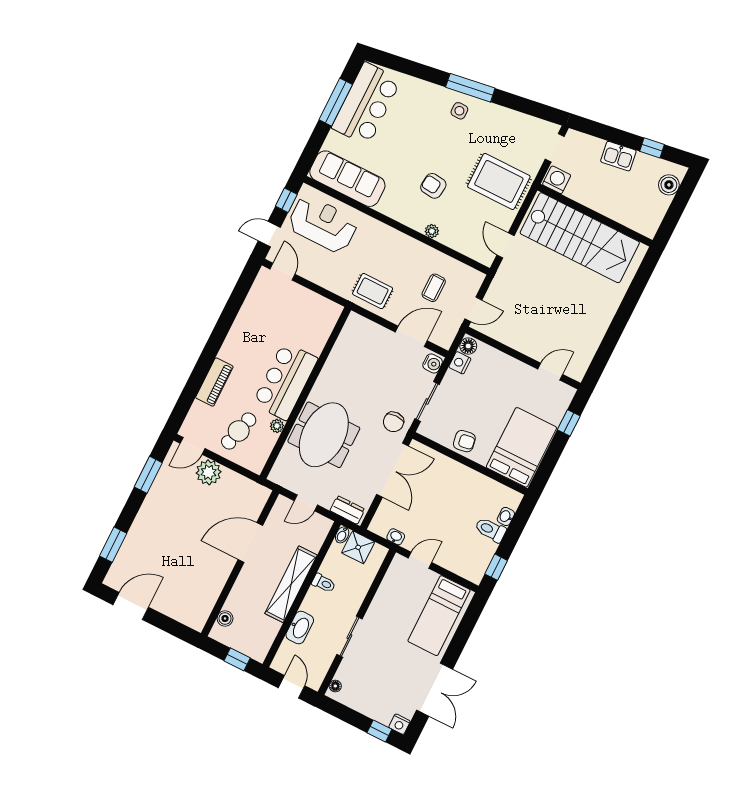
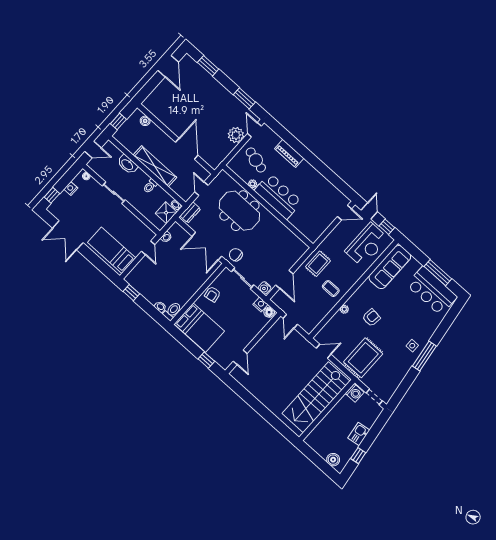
coffee table: (434, 288) -> (331, 289), moved
toilet: (491, 530) -> (172, 311), moved
nightstand: (400, 724) -> (71, 188), moved

